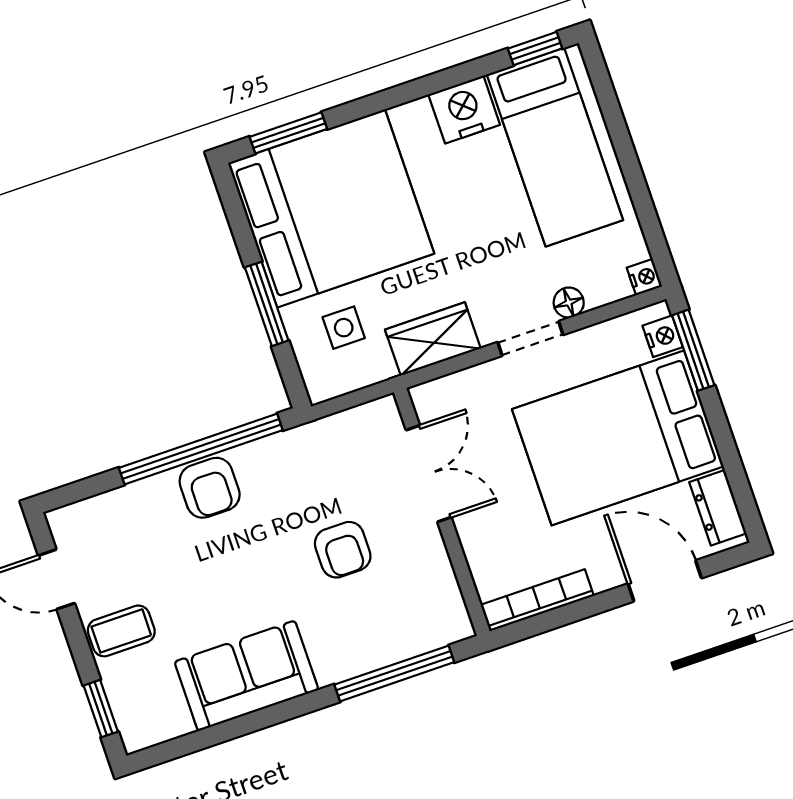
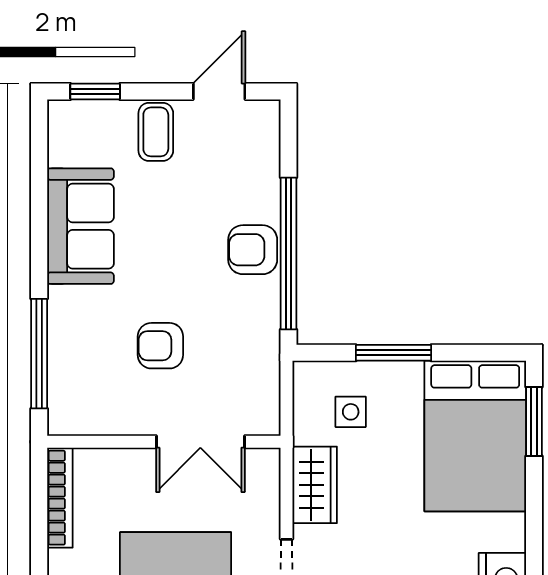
bed: (331, 208) -> (475, 436), width x0.73

